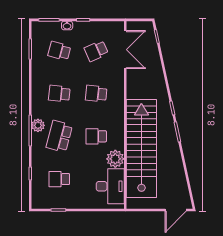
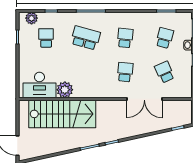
double door: (125, 50) -> (144, 99), moved
plant: (38, 125) -> (32, 18), moved
school desk: (96, 136) -> (86, 72), removed
stairs: (141, 149) -> (62, 114), width x0.73

